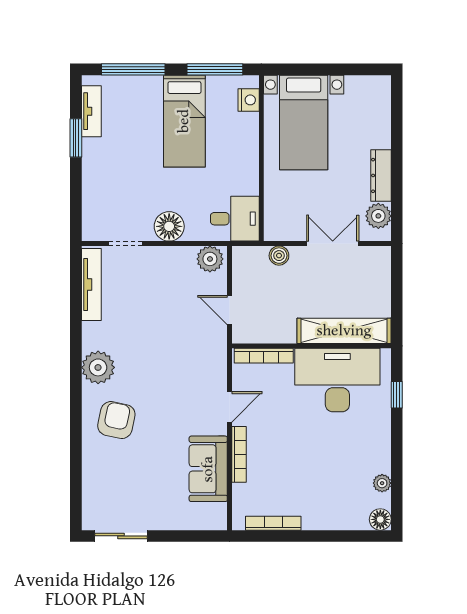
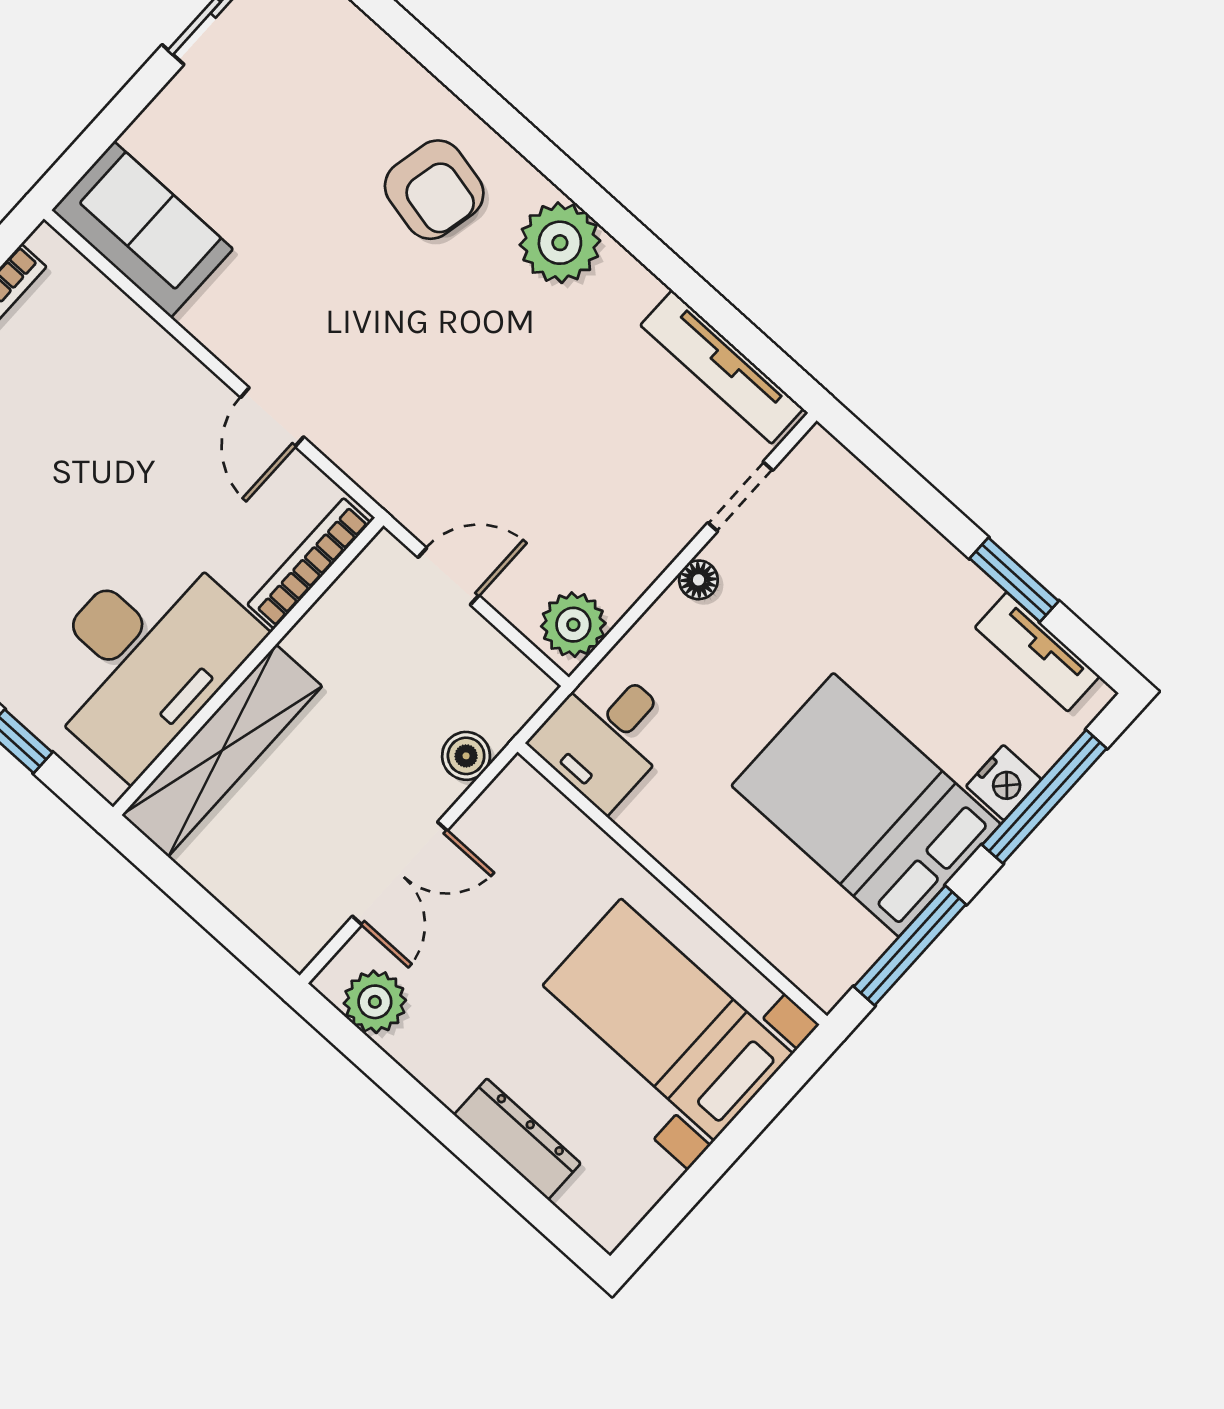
nightstand: (249, 100) -> (1004, 783), moved, turned -90
bed: (184, 121) -> (866, 805), width x1.50
dresser: (381, 175) -> (517, 1139), moved
floor lamp: (169, 226) -> (698, 580), width x0.53, depth x0.53
bookcase: (239, 454) -> (170, 356), removed
sofa: (208, 469) -> (142, 229), moved

